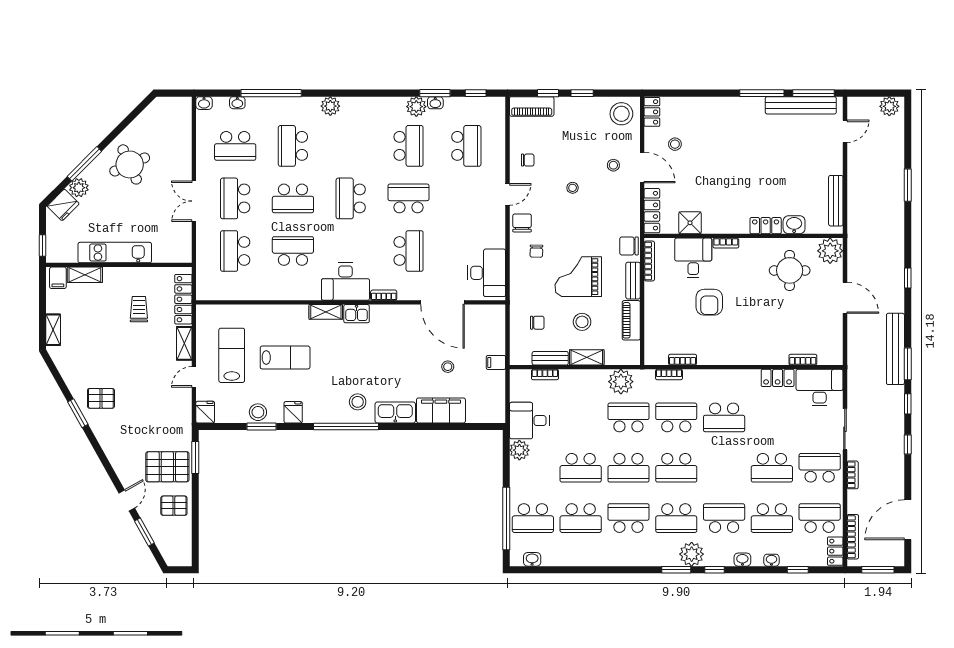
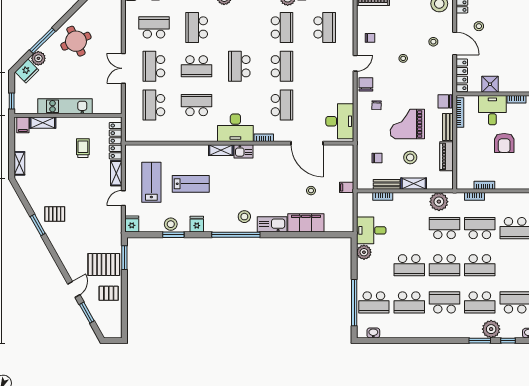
school desk: (235, 146) -> (154, 27), turned 180
school desk: (408, 198) -> (282, 66), turned 90

